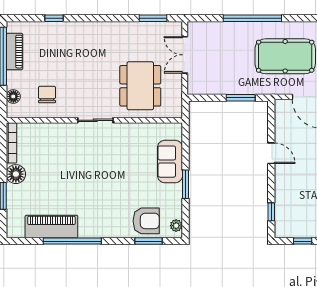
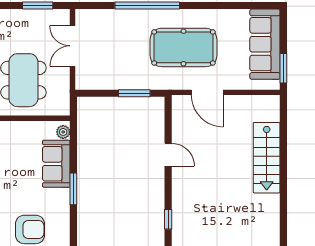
plant: (176, 226) -> (63, 132), moved

